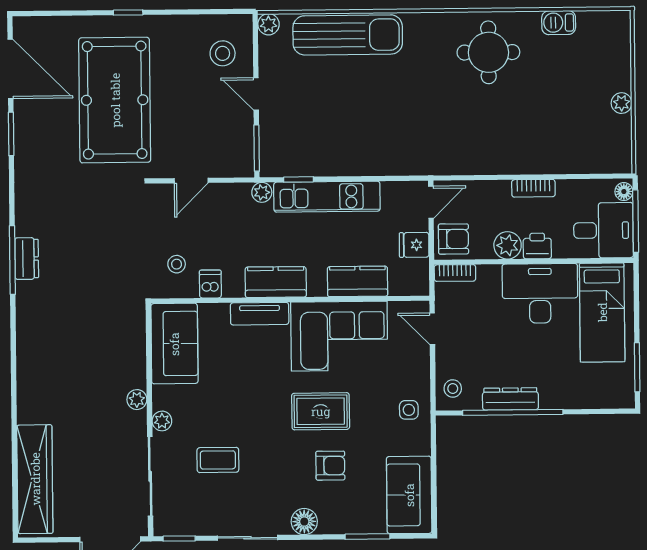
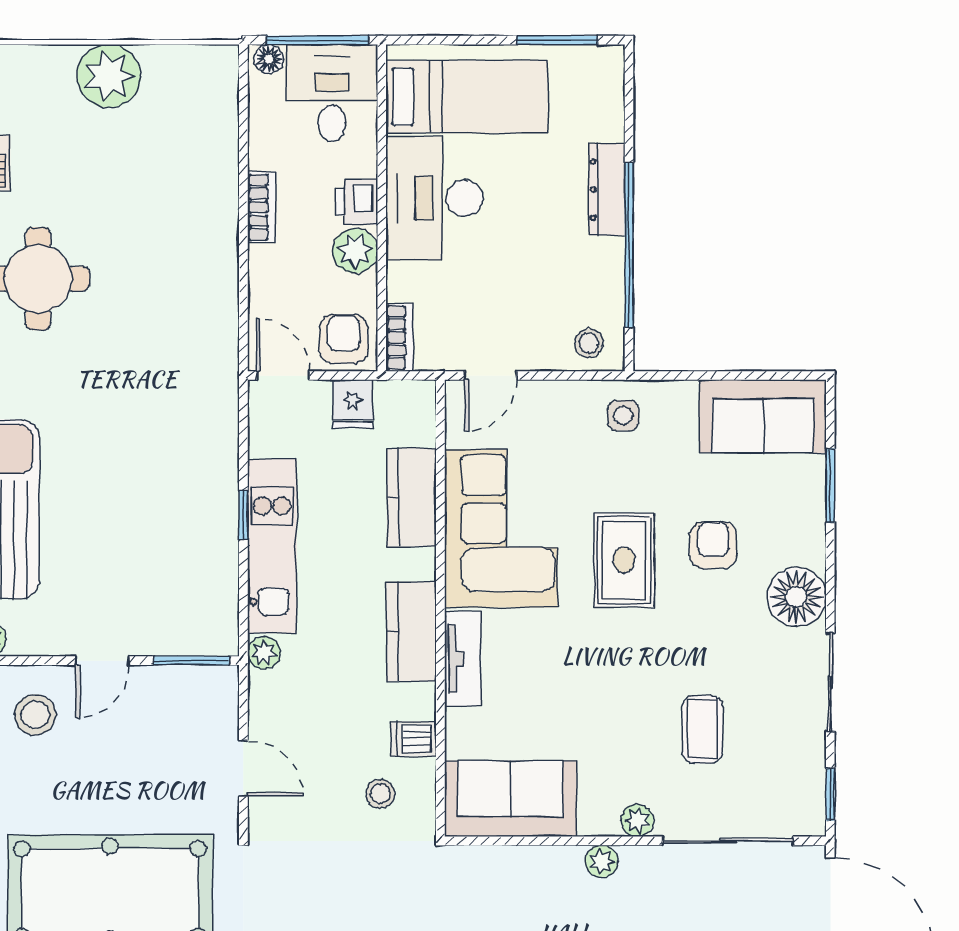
plant: (622, 103) -> (109, 76), width x1.87, depth x1.87
window: (298, 179) -> (243, 515), moved
dresser: (510, 399) -> (607, 190), moved
floor lamp: (304, 522) -> (797, 597), width x1.38, depth x1.38

